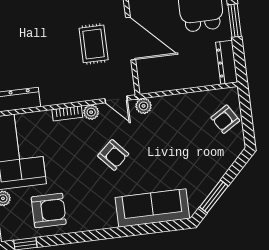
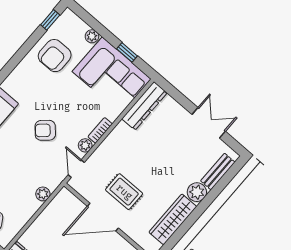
door: (116, 99) -> (76, 169), hinge flipped
plant: (144, 106) -> (43, 194), moved

